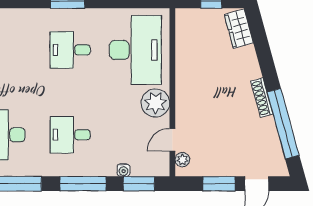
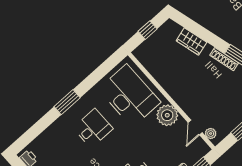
wardrobe: (239, 29) -> (191, 42), moved
desk: (70, 50) -> (93, 128), turned 180

